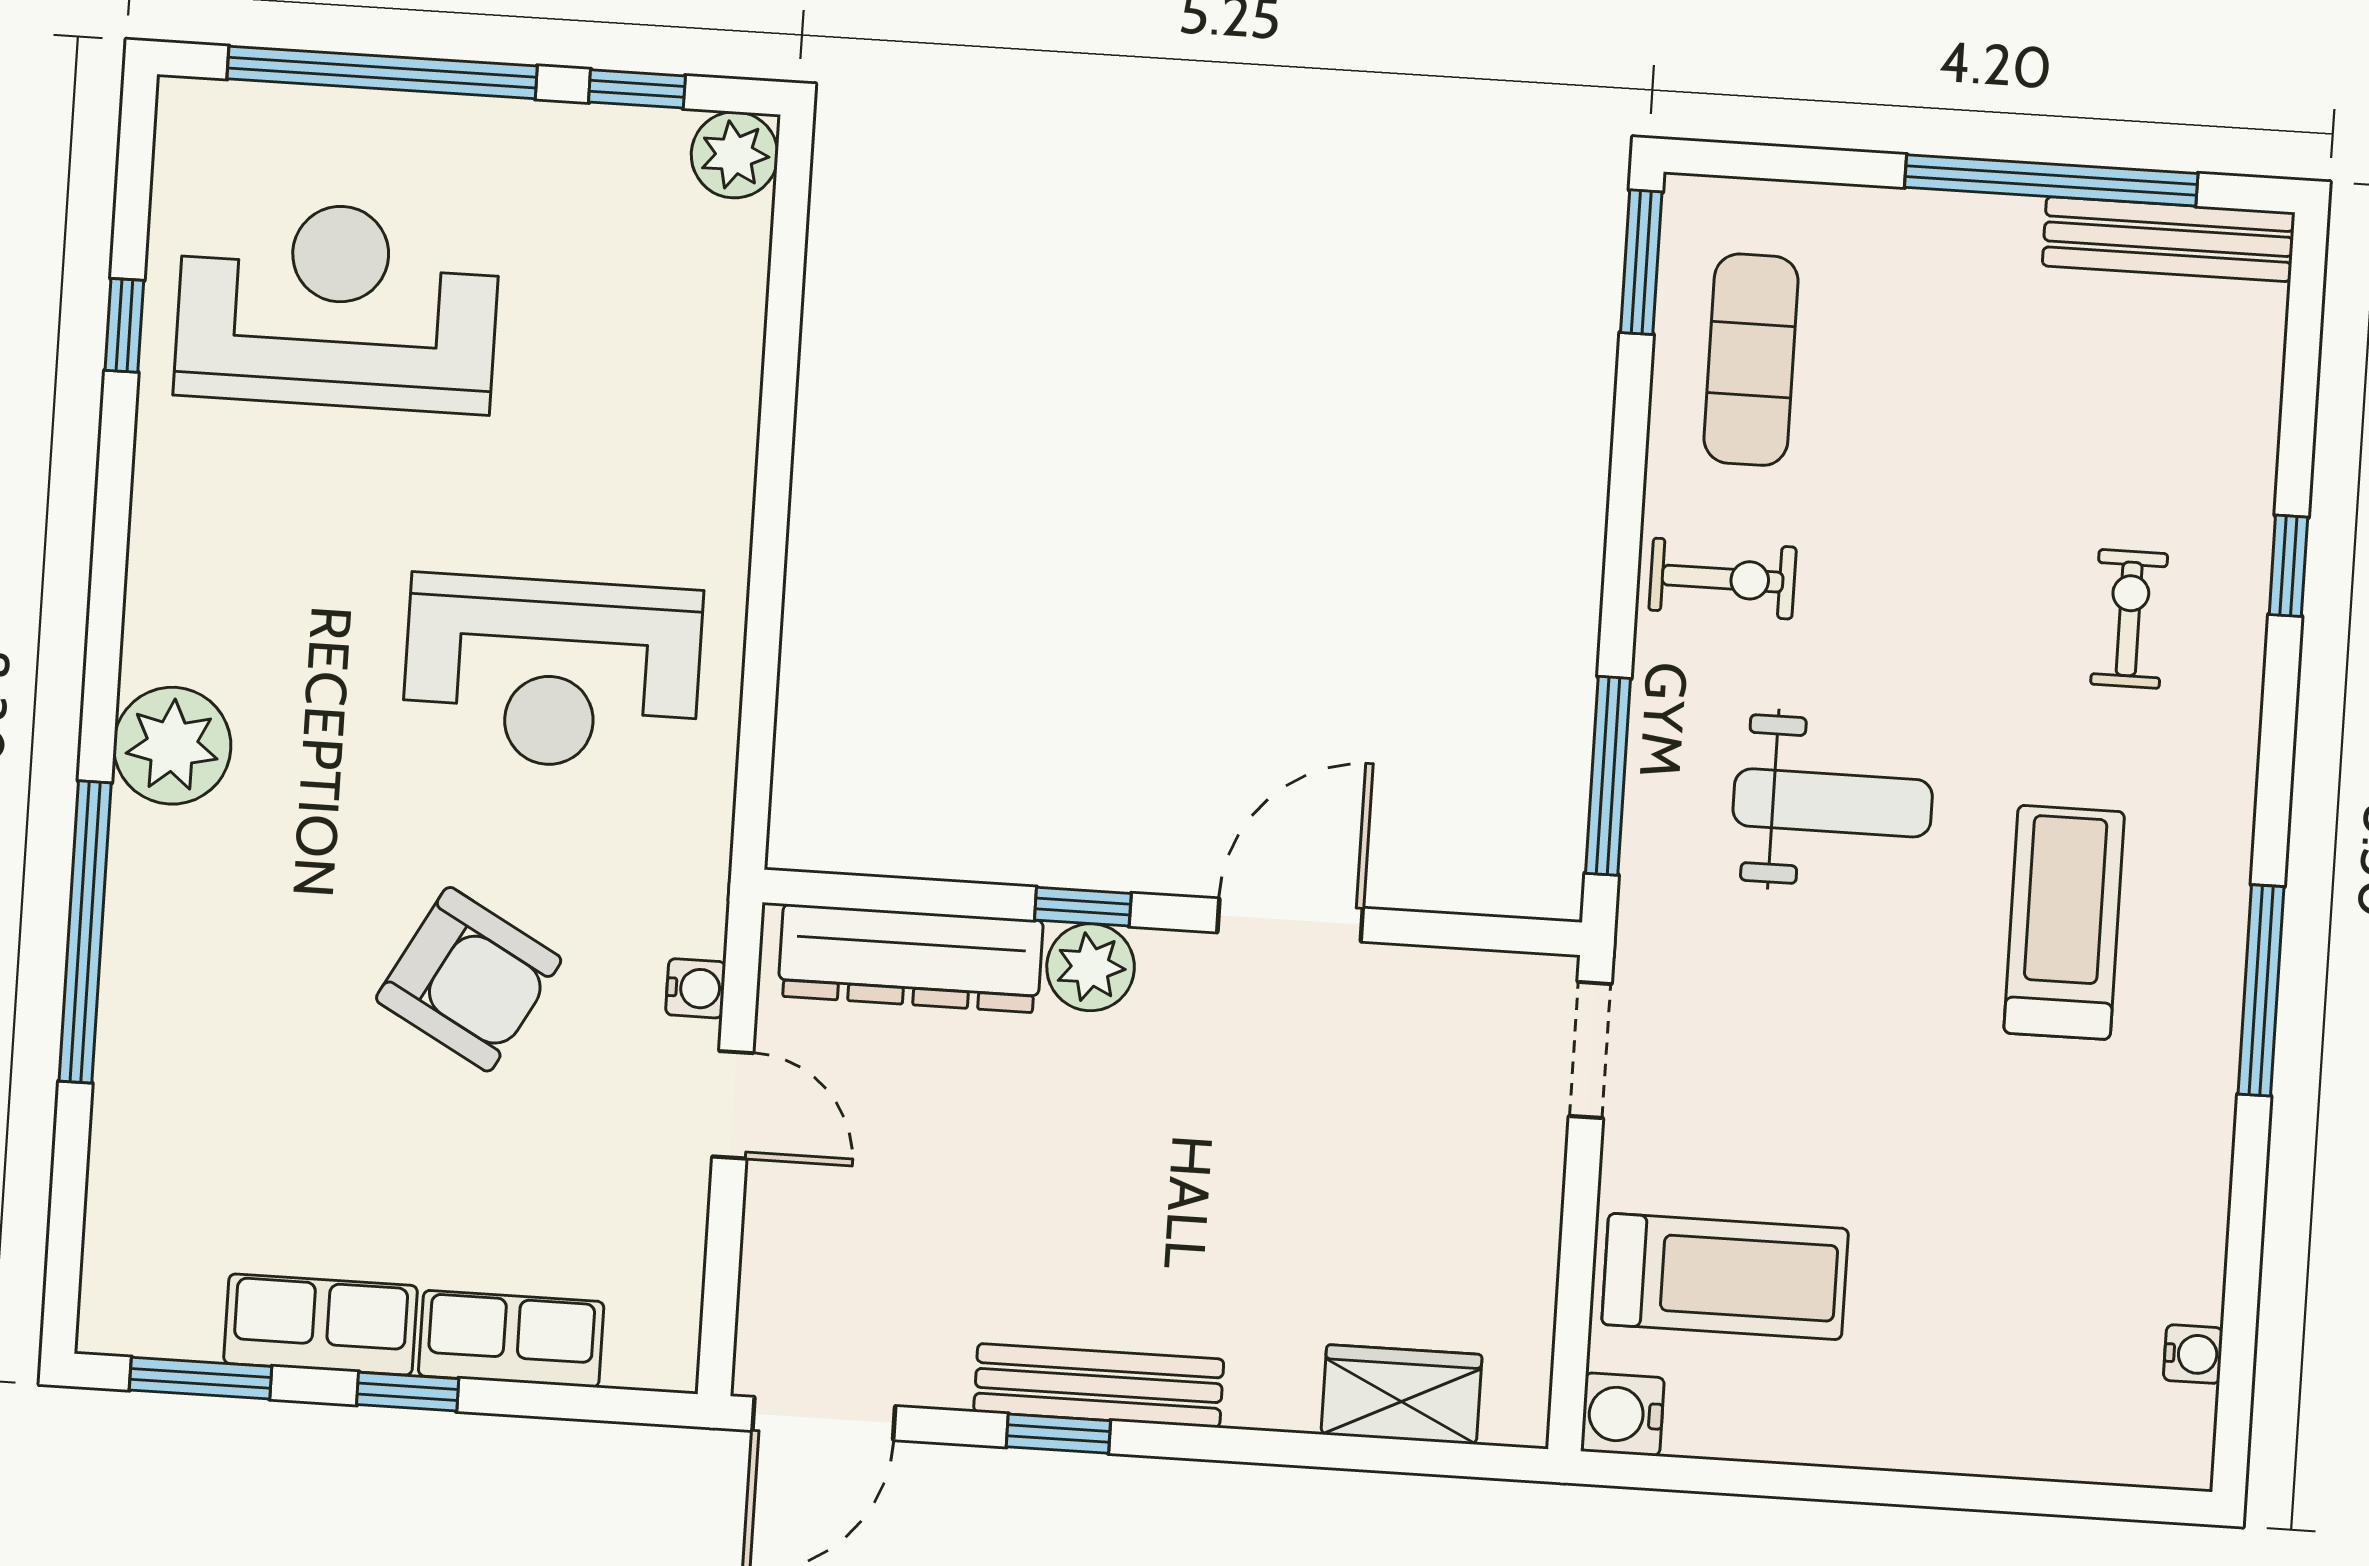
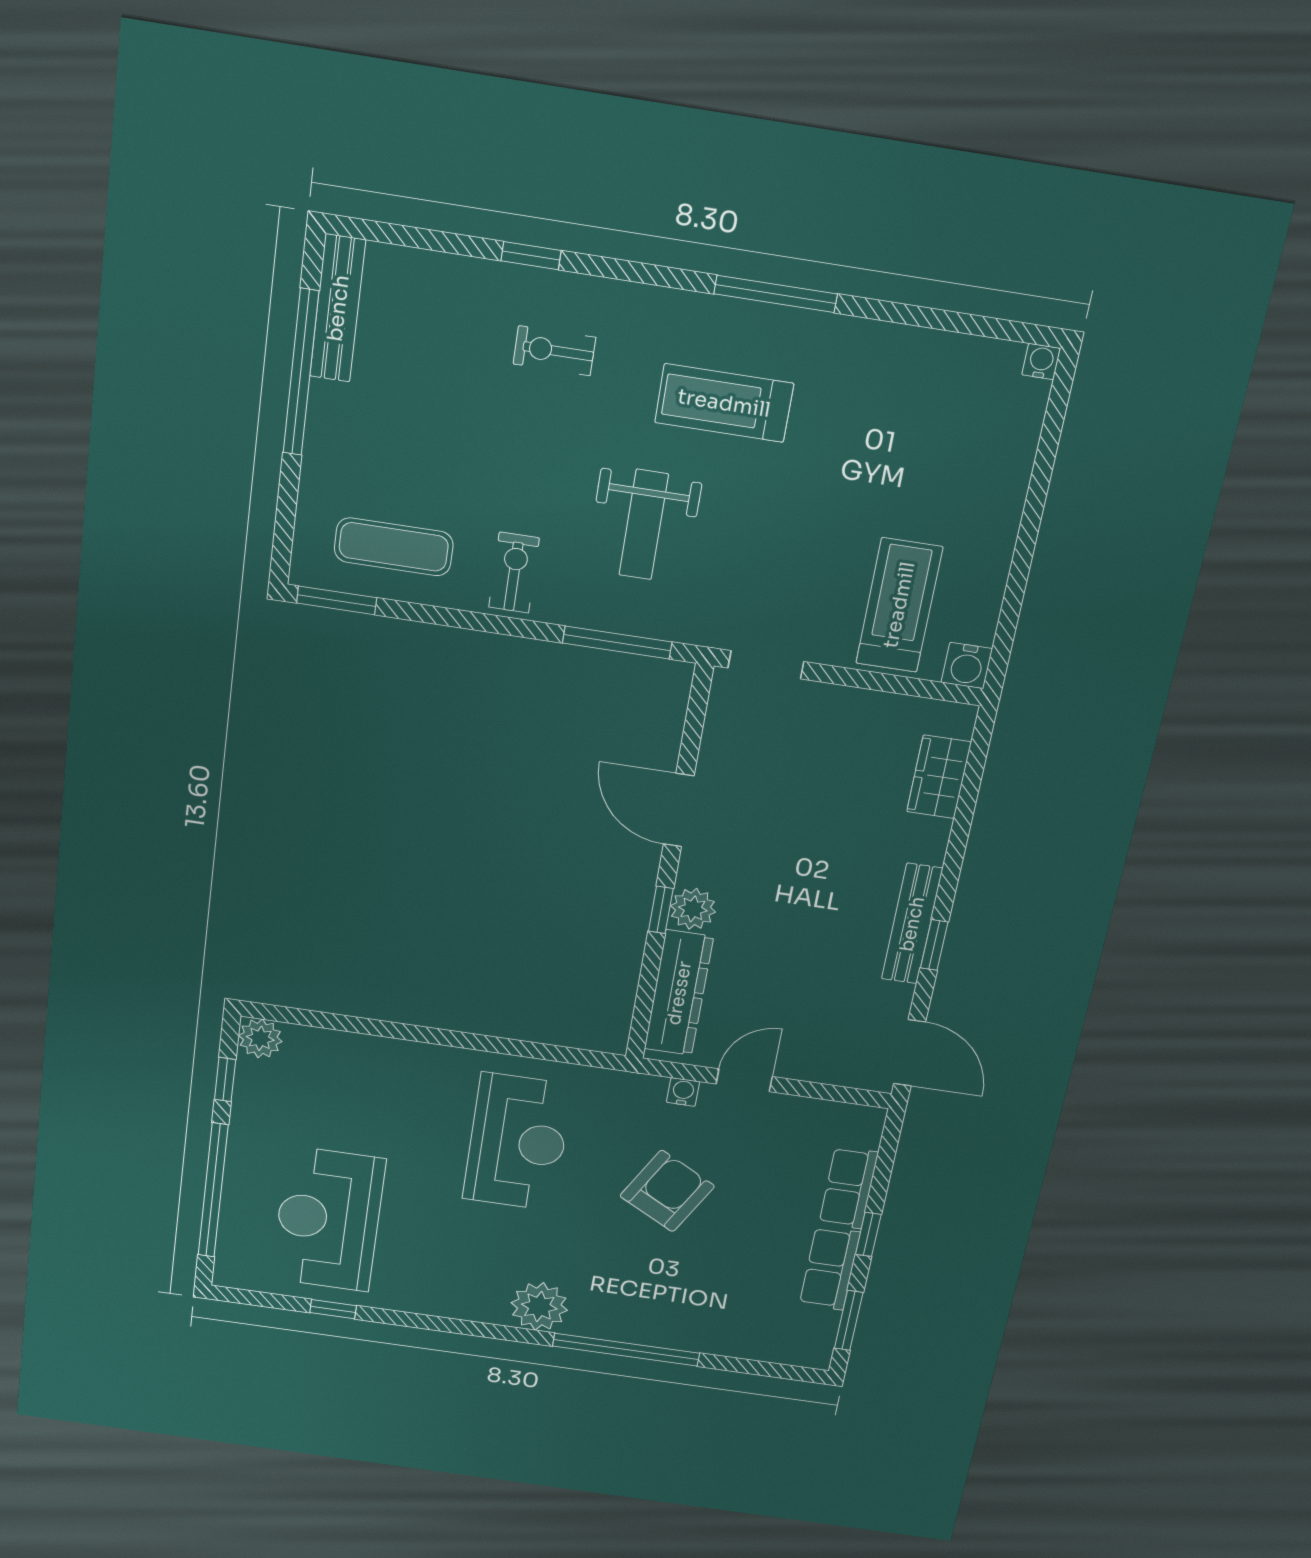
weight bench: (1833, 803) -> (644, 525), turned 180
water cooler: (2193, 1354) -> (1041, 362), moved

